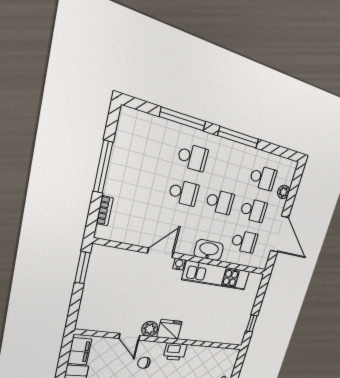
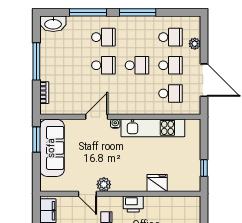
washbasin: (209, 250) -> (53, 24), moved, turned 180
sofa: (100, 281) -> (52, 148), added
fridge: (169, 329) -> (157, 183), moved

